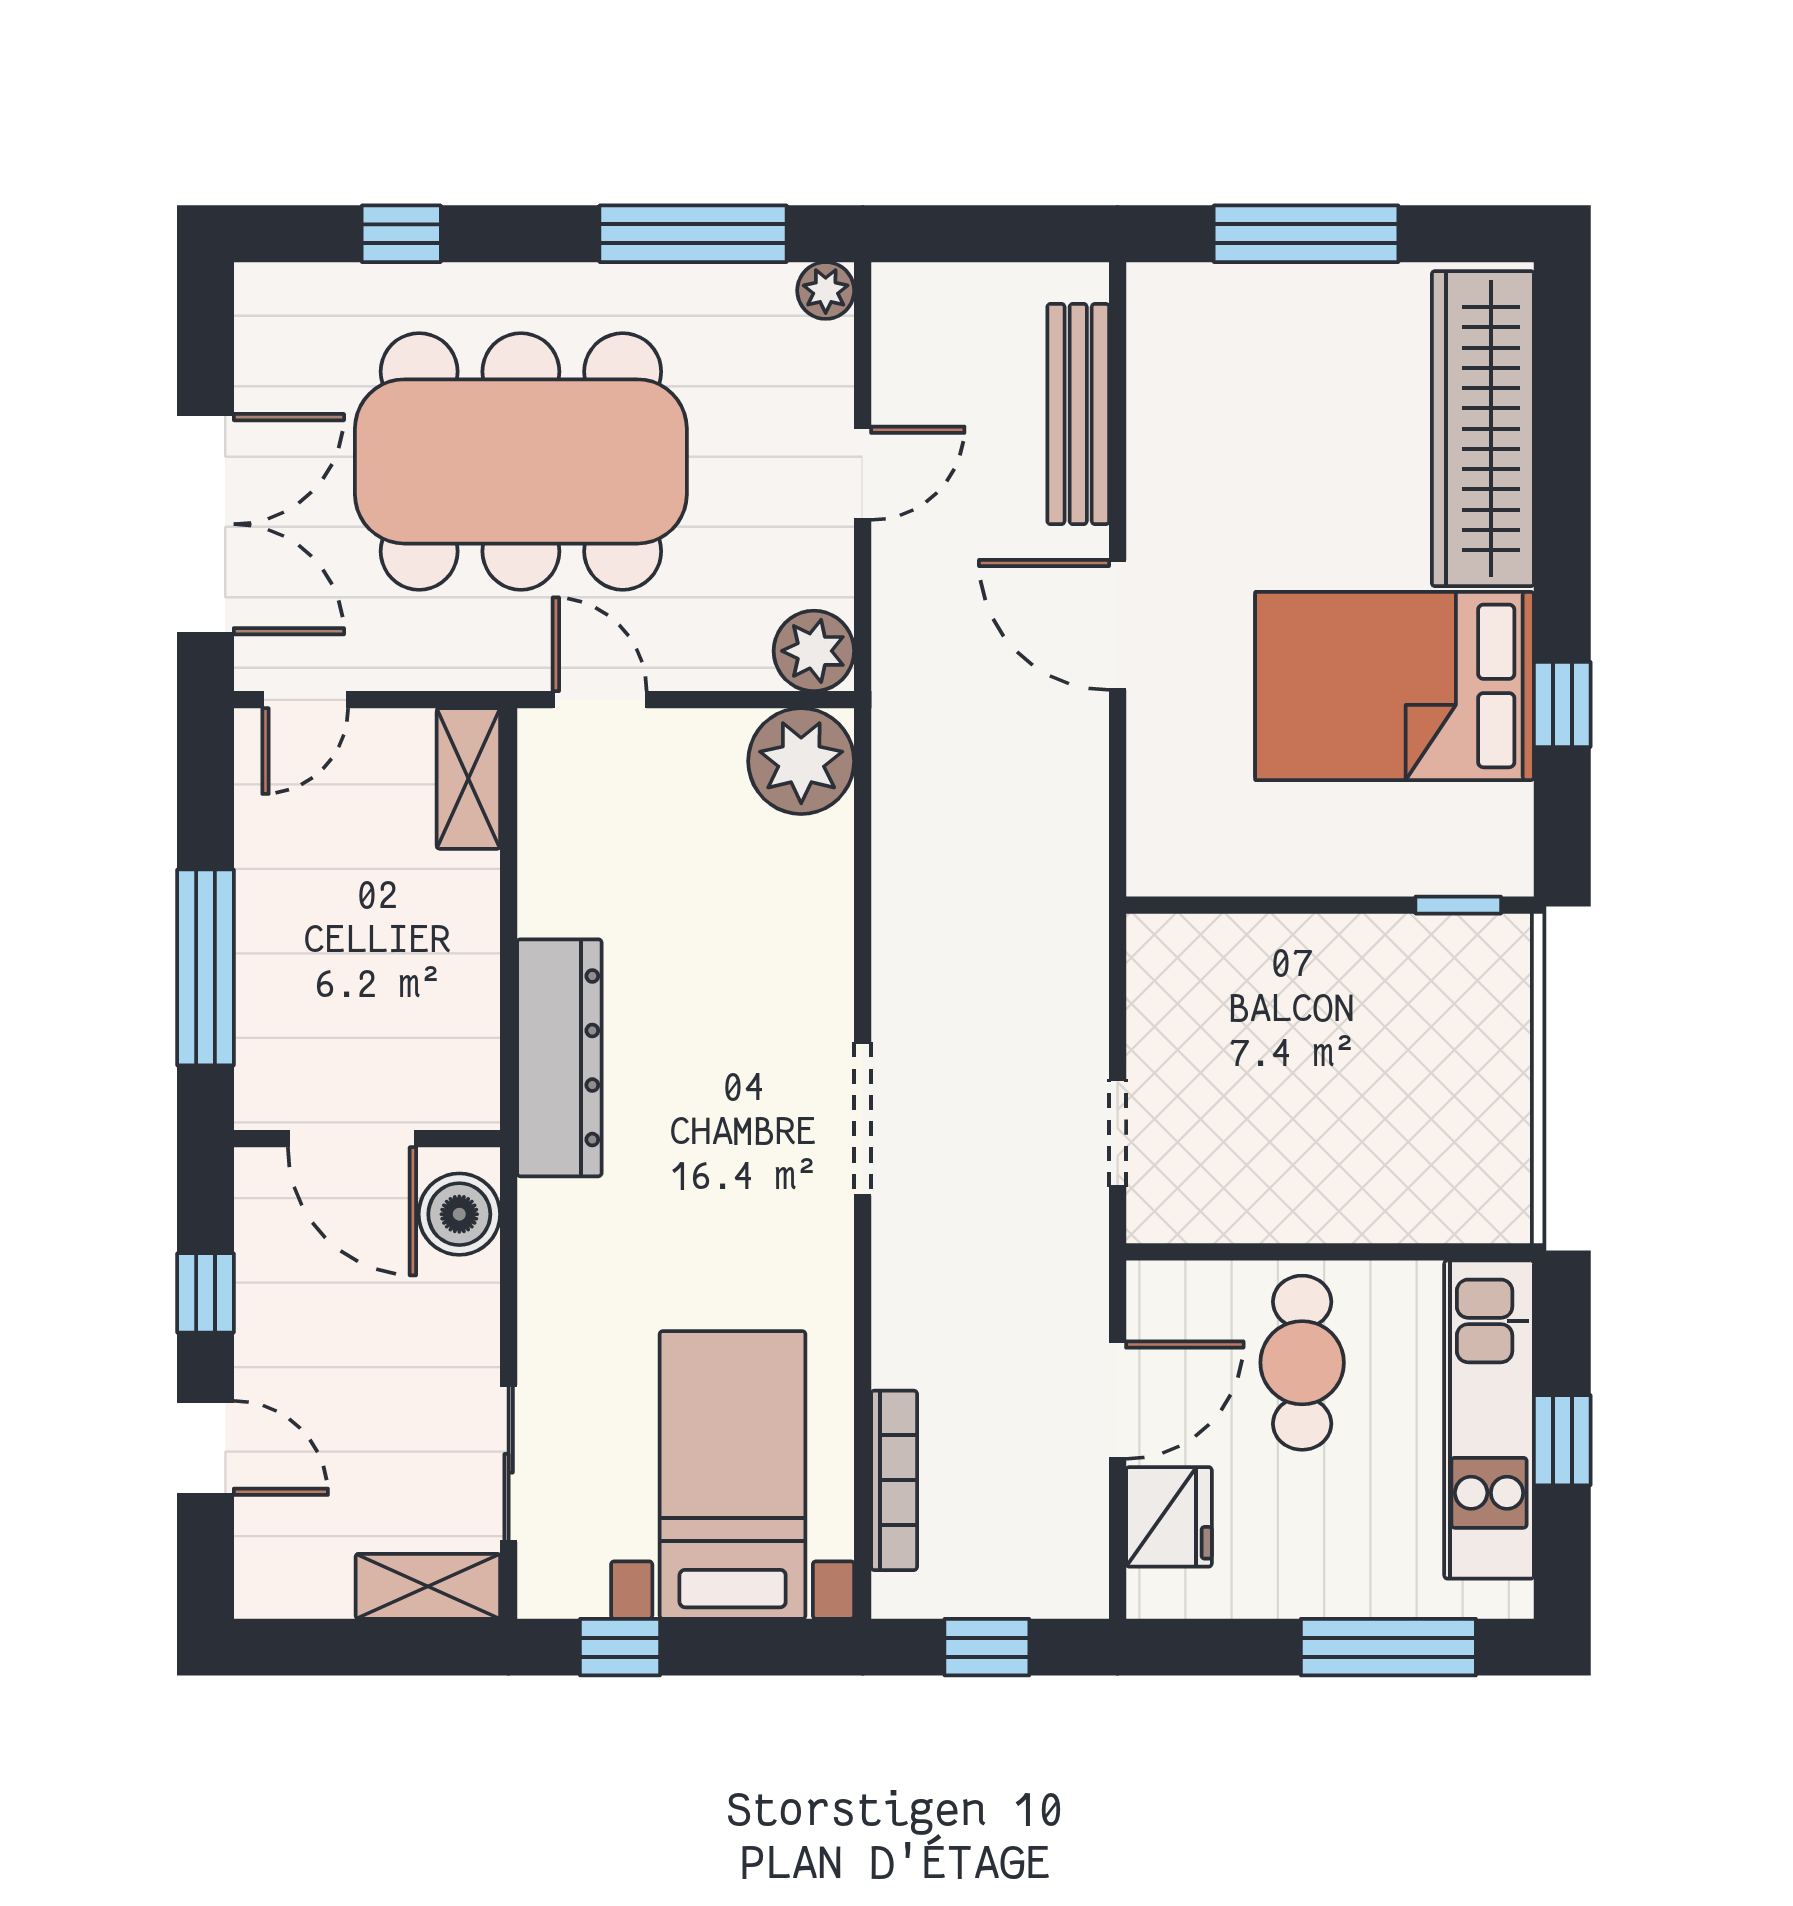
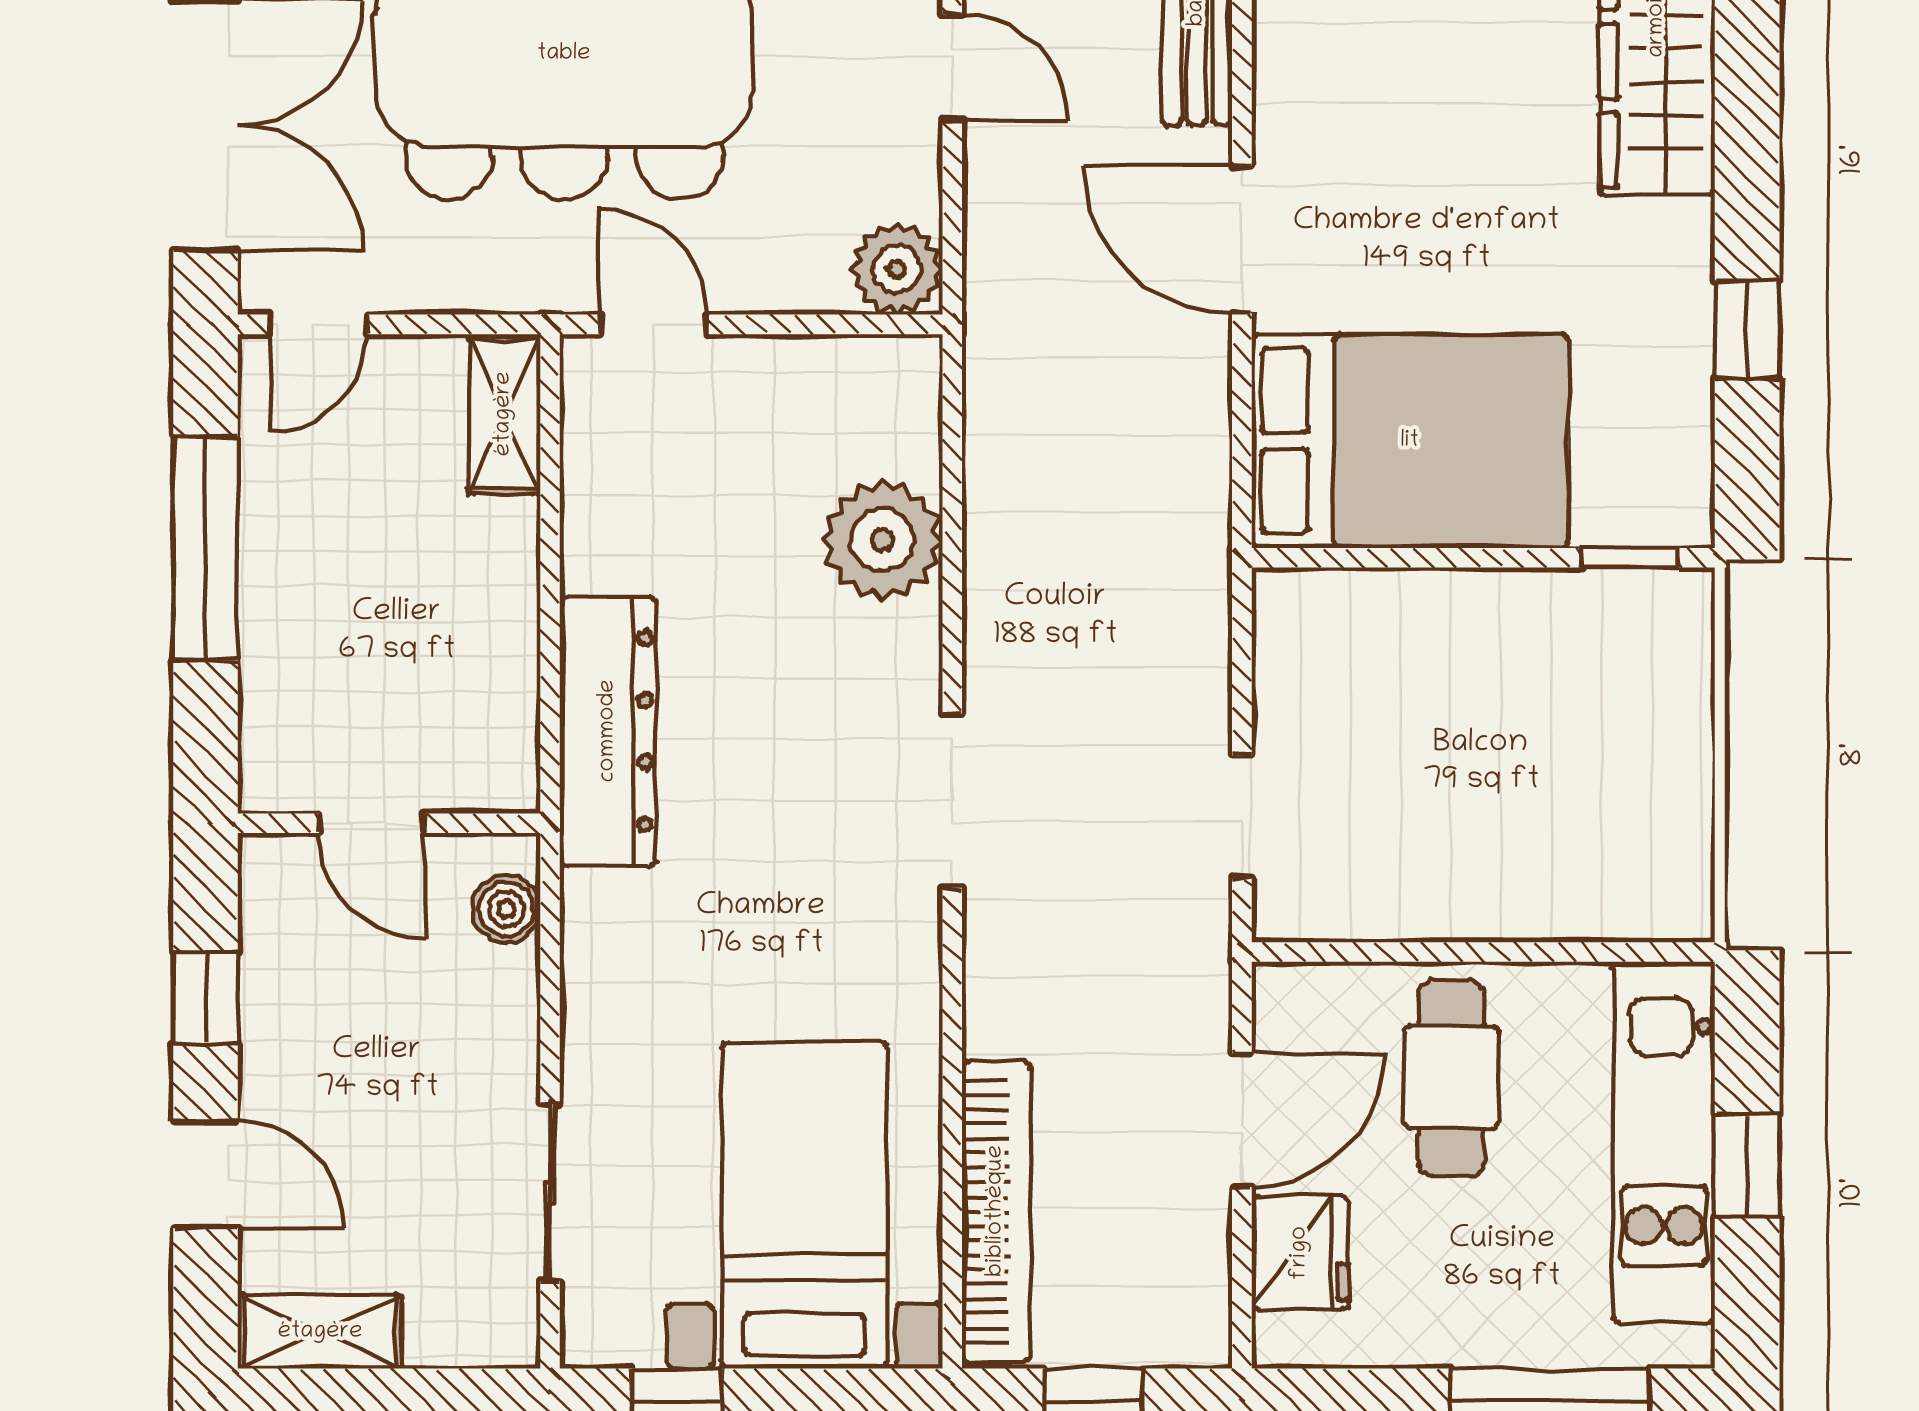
door: (863, 473) -> (952, 67), hinge flipped
bed: (1395, 686) -> (1410, 441), moved, turned 180
plant: (801, 761) -> (882, 540), moved
window: (205, 967) -> (206, 549), moved
door: (352, 1139) -> (372, 823), width x0.73
boiler: (459, 1214) -> (506, 909), width x0.73, depth x0.73
bookcase: (894, 1480) -> (996, 1211), width x1.48, depth x1.31
shelving: (428, 1586) -> (320, 1332), moved

